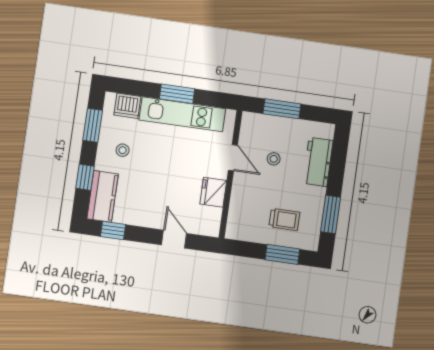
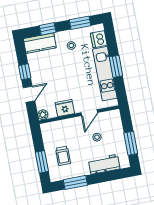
window: (282, 109) -> (131, 143), moved
plant: (212, 229) -> (43, 115), added
window: (113, 230) -> (25, 72), moved

